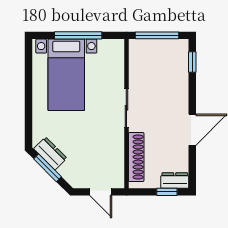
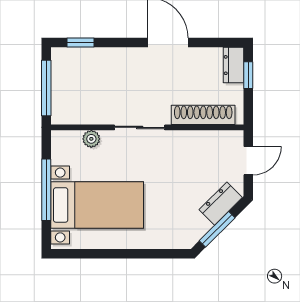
plant: (118, 70) -> (91, 139), added
dresser: (50, 153) -> (221, 204), moved

